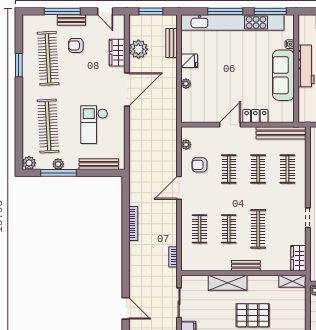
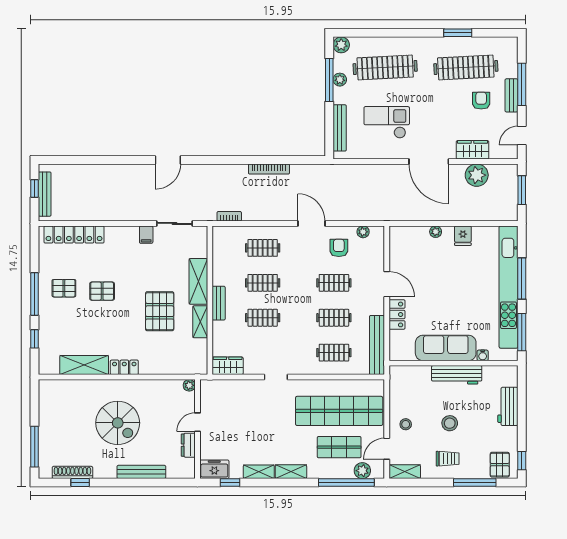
bench: (171, 43) -> (484, 215), removed
clothes rail: (258, 229) -> (263, 318), width x0.73
shelving: (292, 281) -> (200, 322), moved

